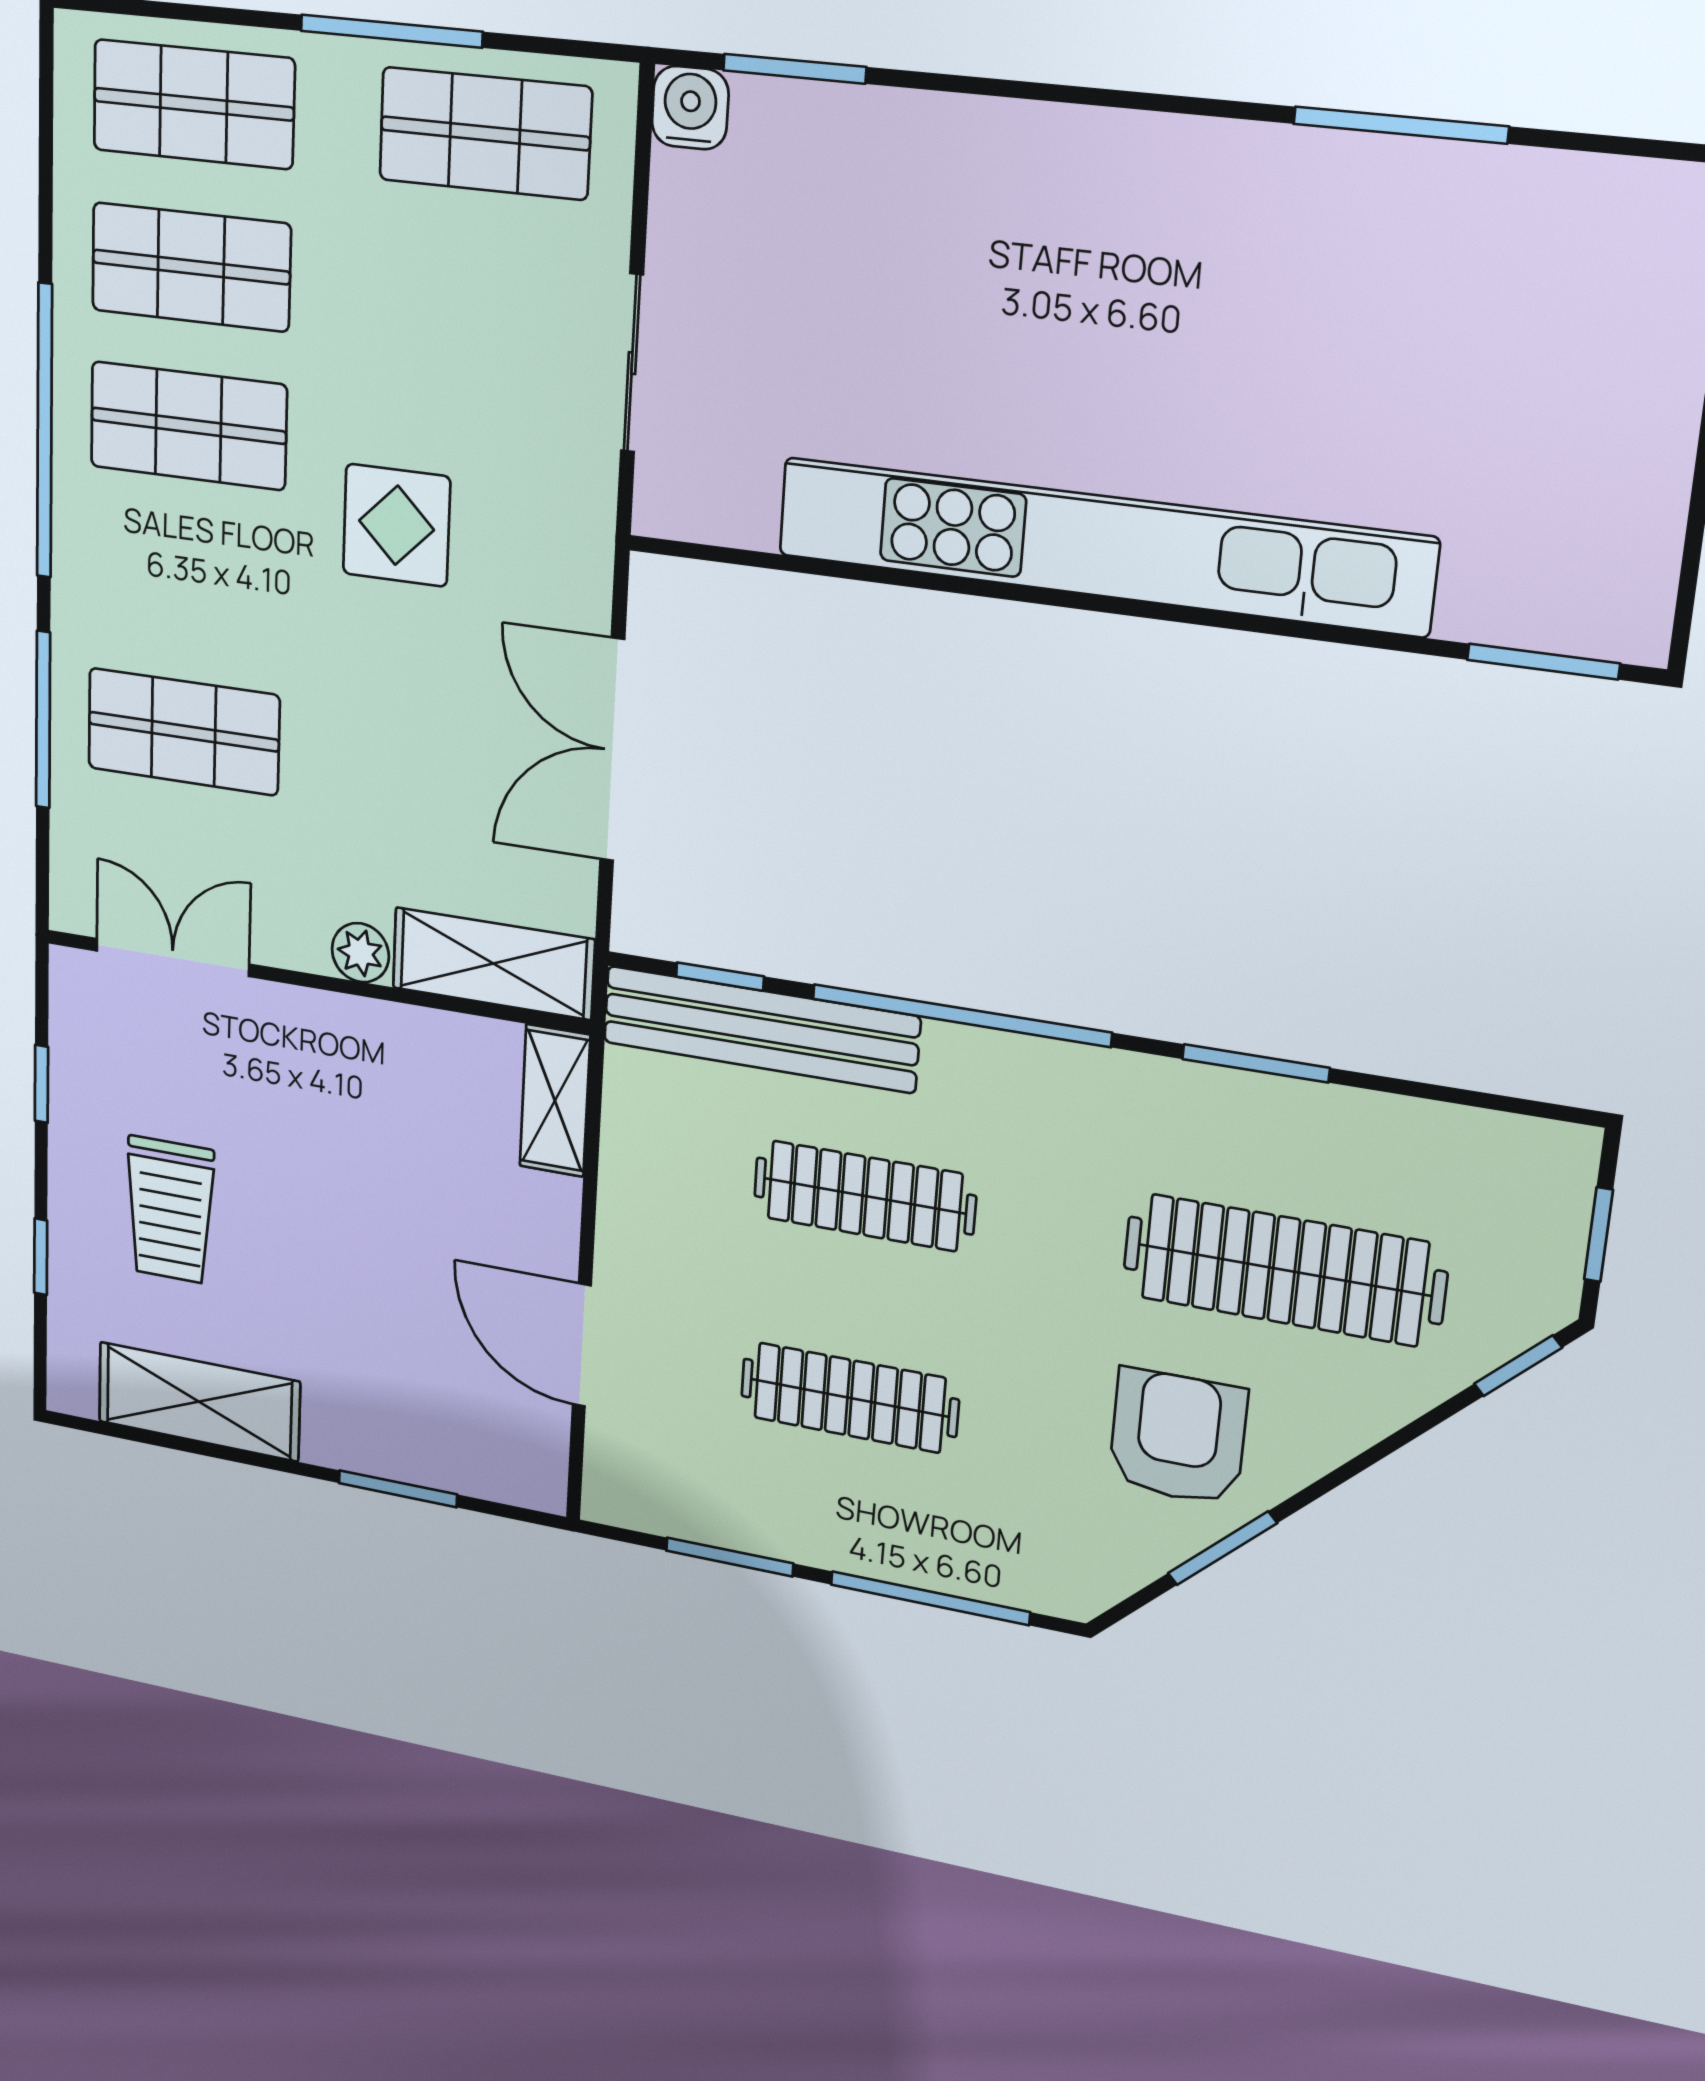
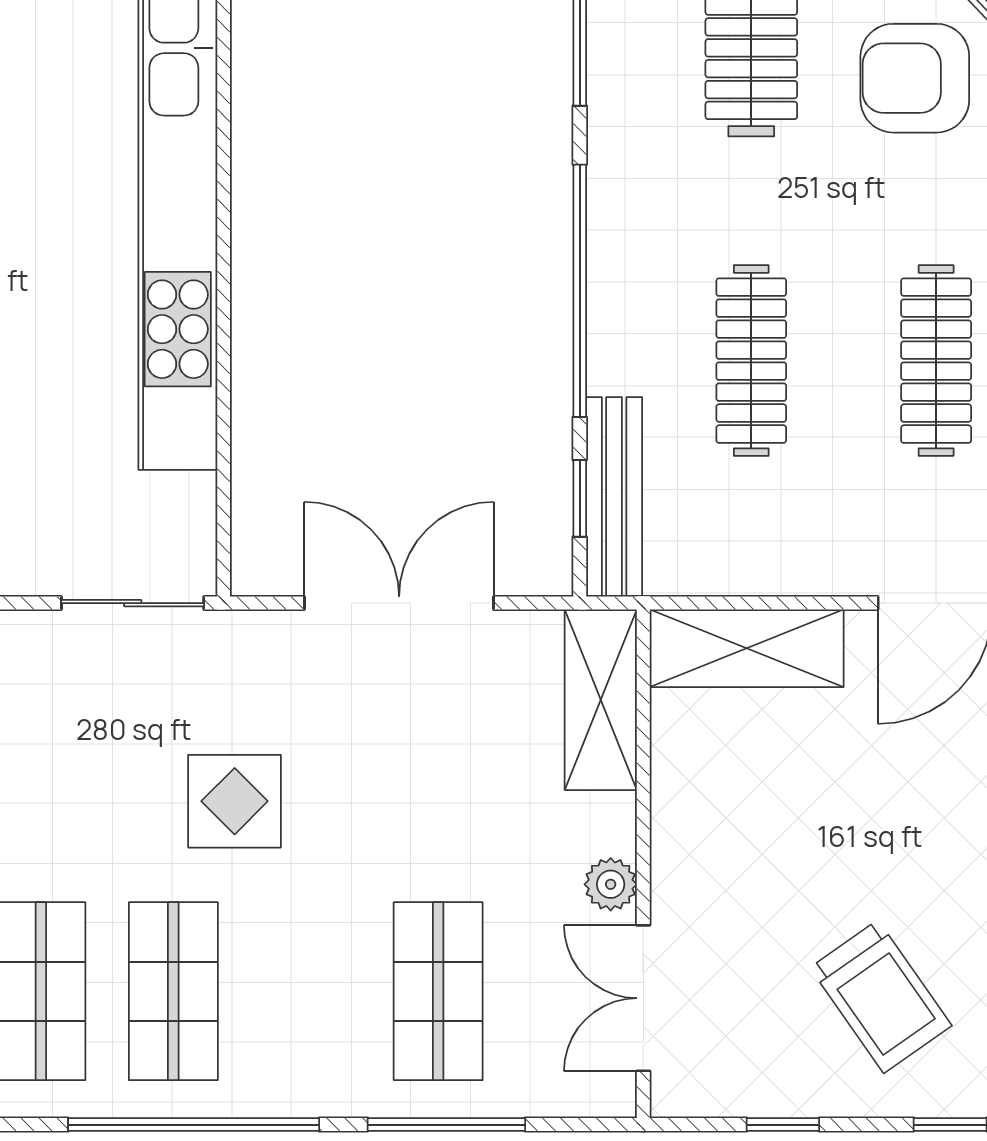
sliding door: (632, 363) -> (133, 603), moved
double door: (612, 750) -> (399, 603), swing flipped
plant: (360, 953) -> (611, 884), moved
bench: (760, 1029) -> (614, 497), width x0.73, depth x0.82
shelving: (555, 1101) -> (747, 648), width x1.50, depth x1.33
trolley: (170, 1210) -> (881, 997), turned 55

